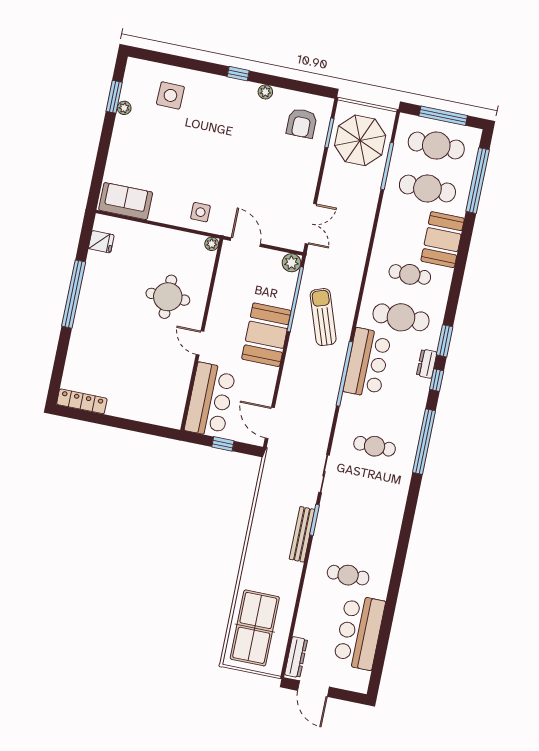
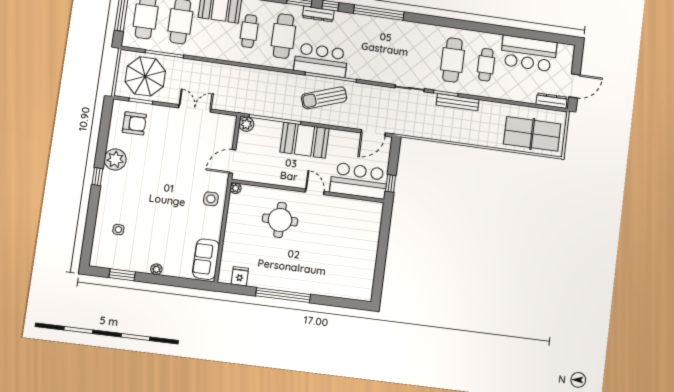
plant: (265, 92) -> (115, 159), width x1.87, depth x1.87
side table: (170, 95) -> (118, 230), width x0.54, depth x0.54
plant: (124, 108) -> (156, 269), moved
double door: (311, 224) -> (195, 108), moved
sun lounger: (323, 317) -> (324, 98), moved
door: (200, 343) -> (315, 192), swing flipped
dresser: (427, 364) -> (318, 14), width x1.44
locker: (82, 401) -> (368, 282), removed
window: (223, 444) -> (391, 183), moved
cafe table: (375, 446) -> (453, 60), moved, width x1.37, depth x1.35

